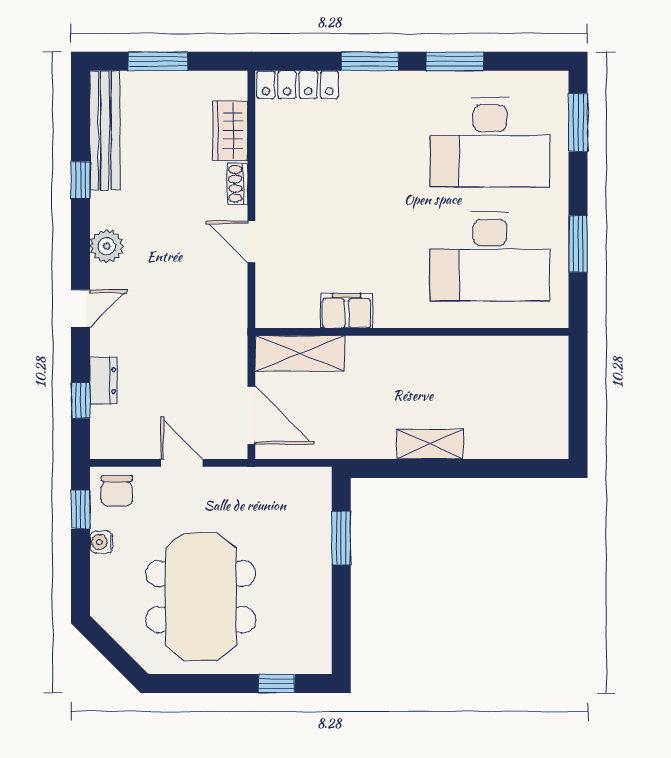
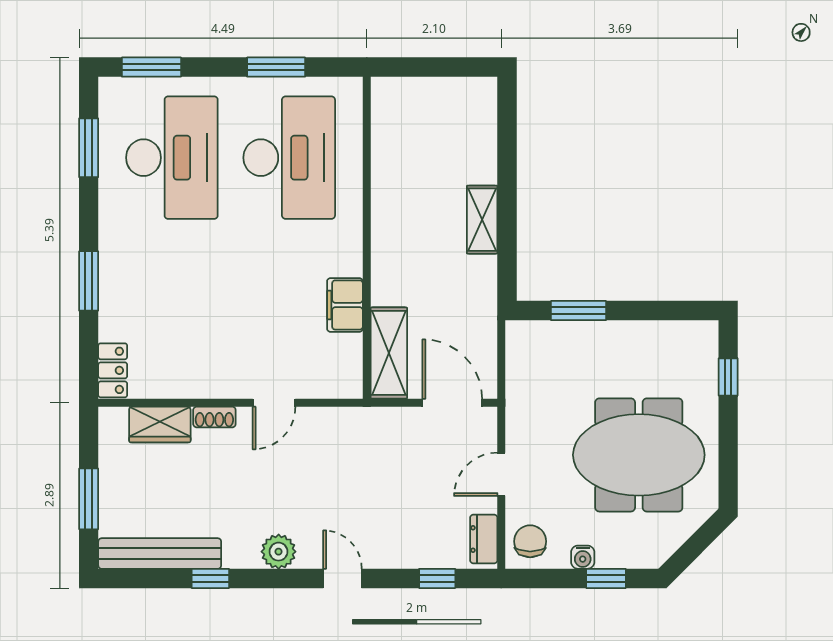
window: (455, 61) -> (89, 148), moved
locker: (298, 85) -> (113, 370), width x0.66
dresser: (103, 381) -> (484, 539), moved, turned -90
door: (251, 415) -> (452, 403), hinge flipped
chair: (117, 491) -> (530, 541), turned -90
window: (81, 510) -> (606, 578), moved

